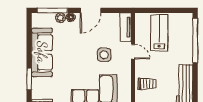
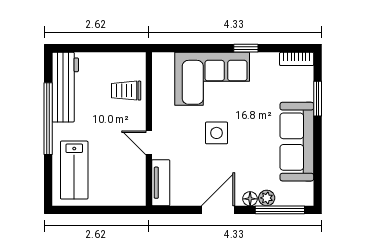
lab bench: (159, 33) -> (74, 170), moved
window: (195, 40) -> (48, 119), moved
side table: (104, 55) -> (217, 133), moved

